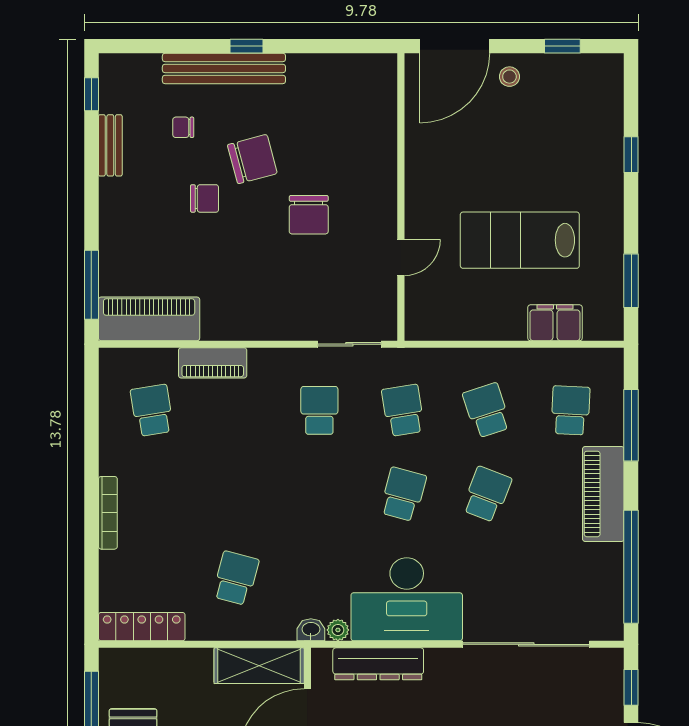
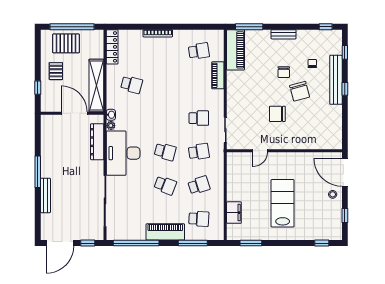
window: (156, 46) -> (345, 52), added
bench: (110, 145) -> (284, 34), moved
window: (631, 155) -> (322, 243), moved
lab bench: (520, 240) -> (283, 203), moved
door: (401, 257) -> (260, 151), hinge flipped
shelving: (259, 666) -> (96, 86), width x1.47

